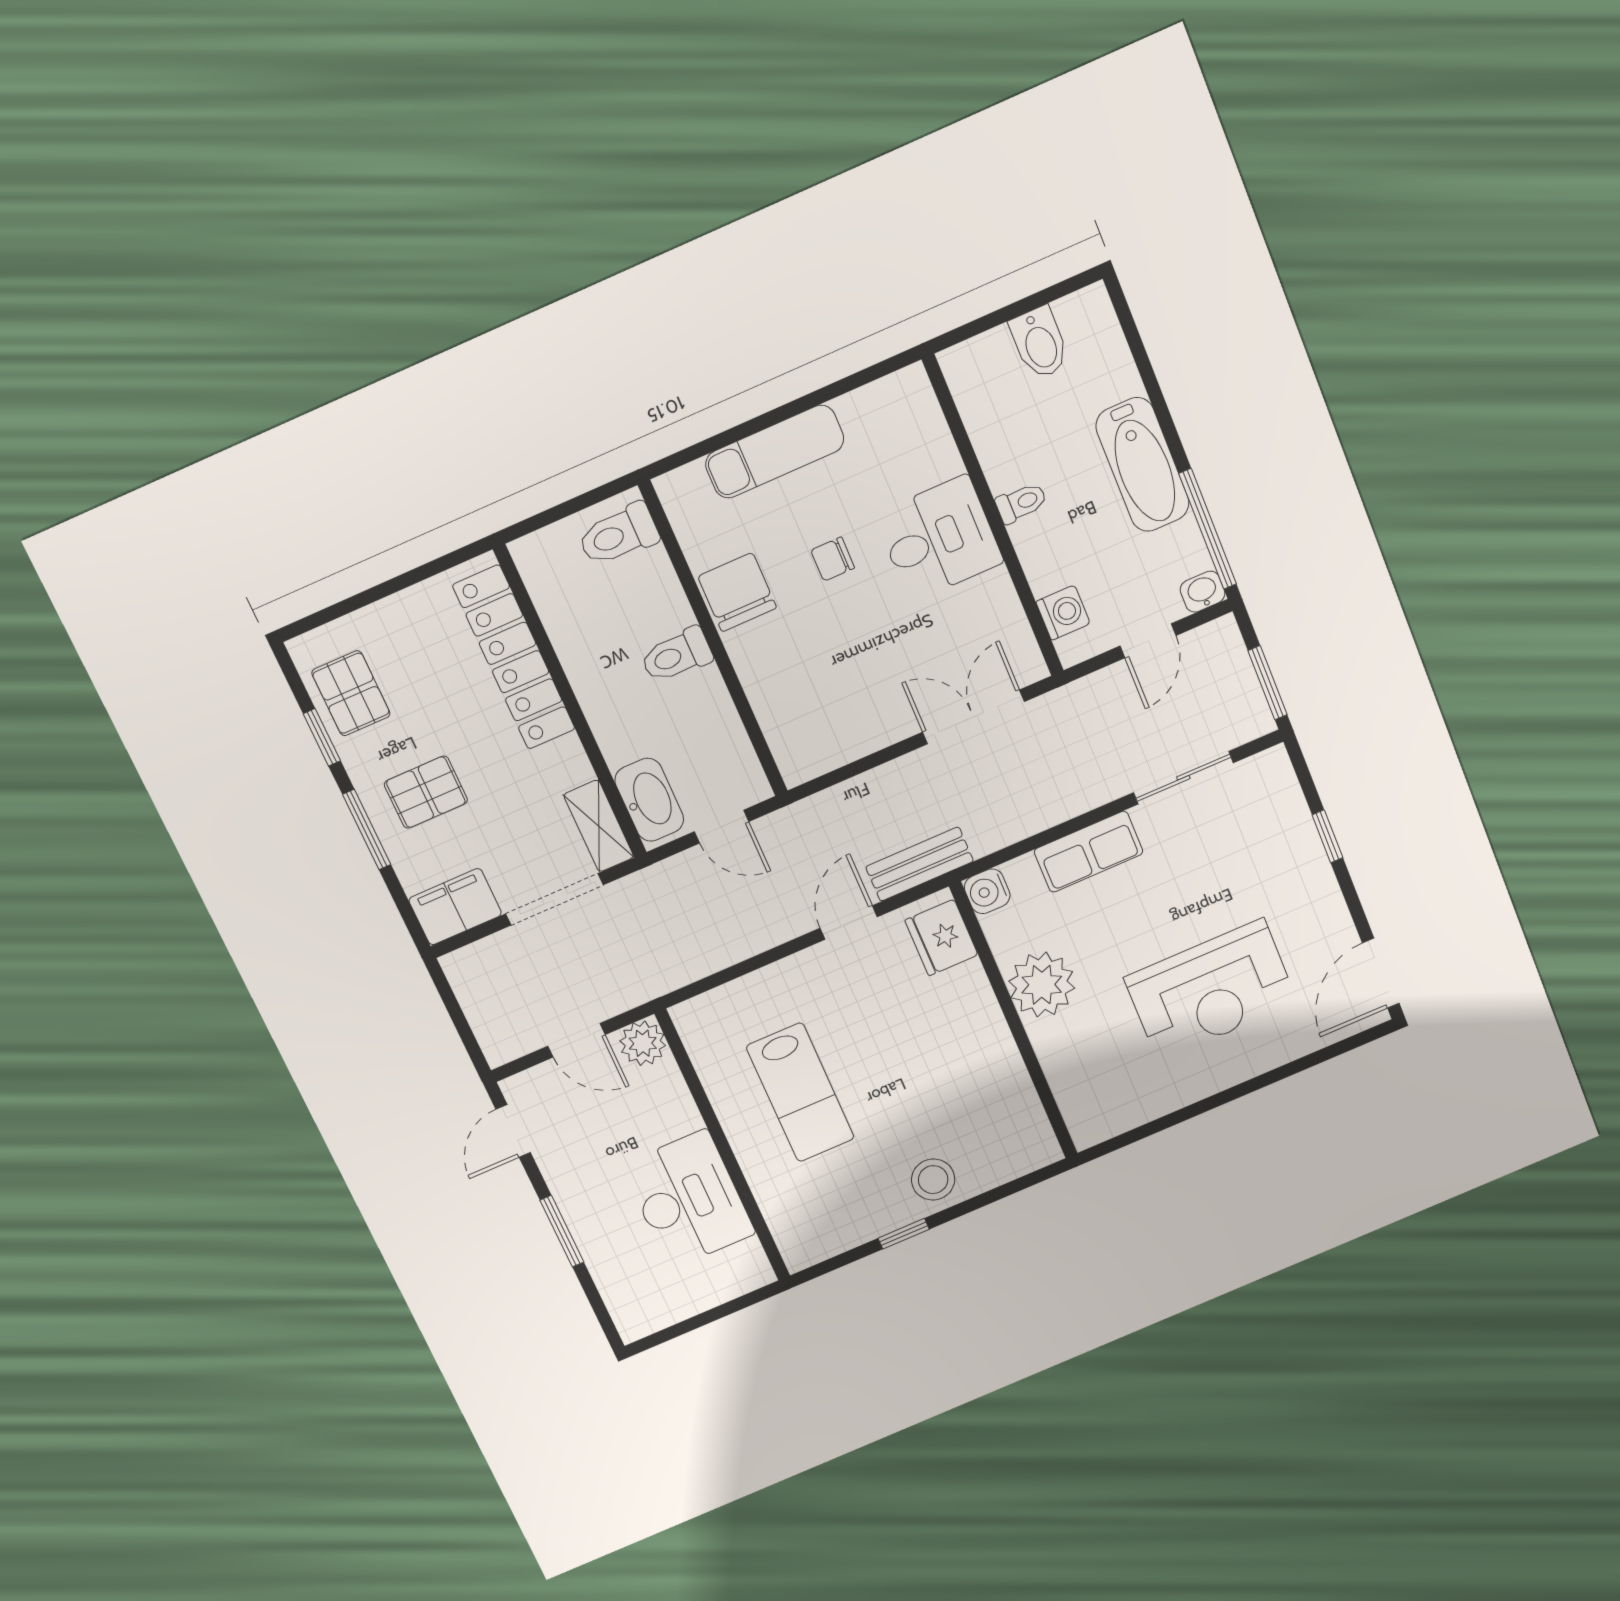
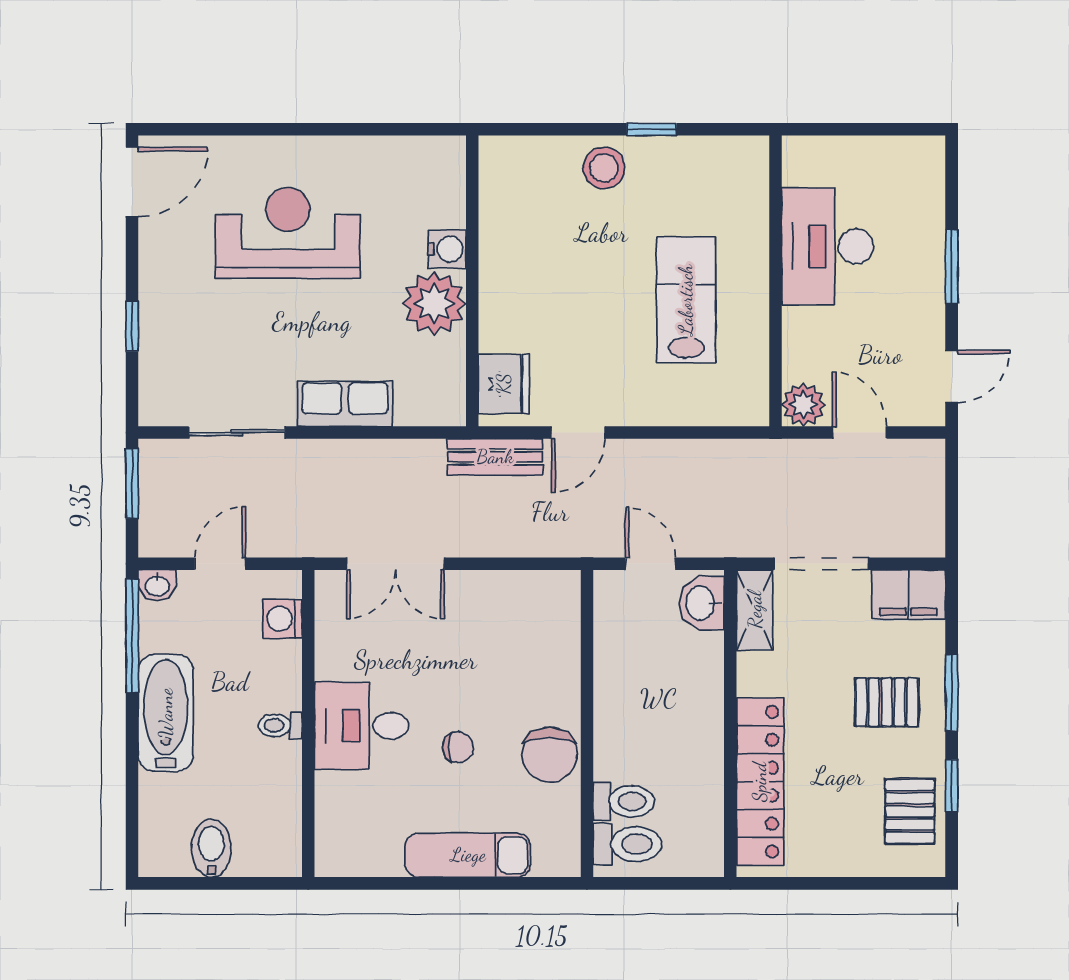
toilet: (676, 655) -> (624, 801), moved
washbasin: (649, 800) -> (702, 603), width x0.72
water cooler: (987, 891) -> (447, 249), moved

